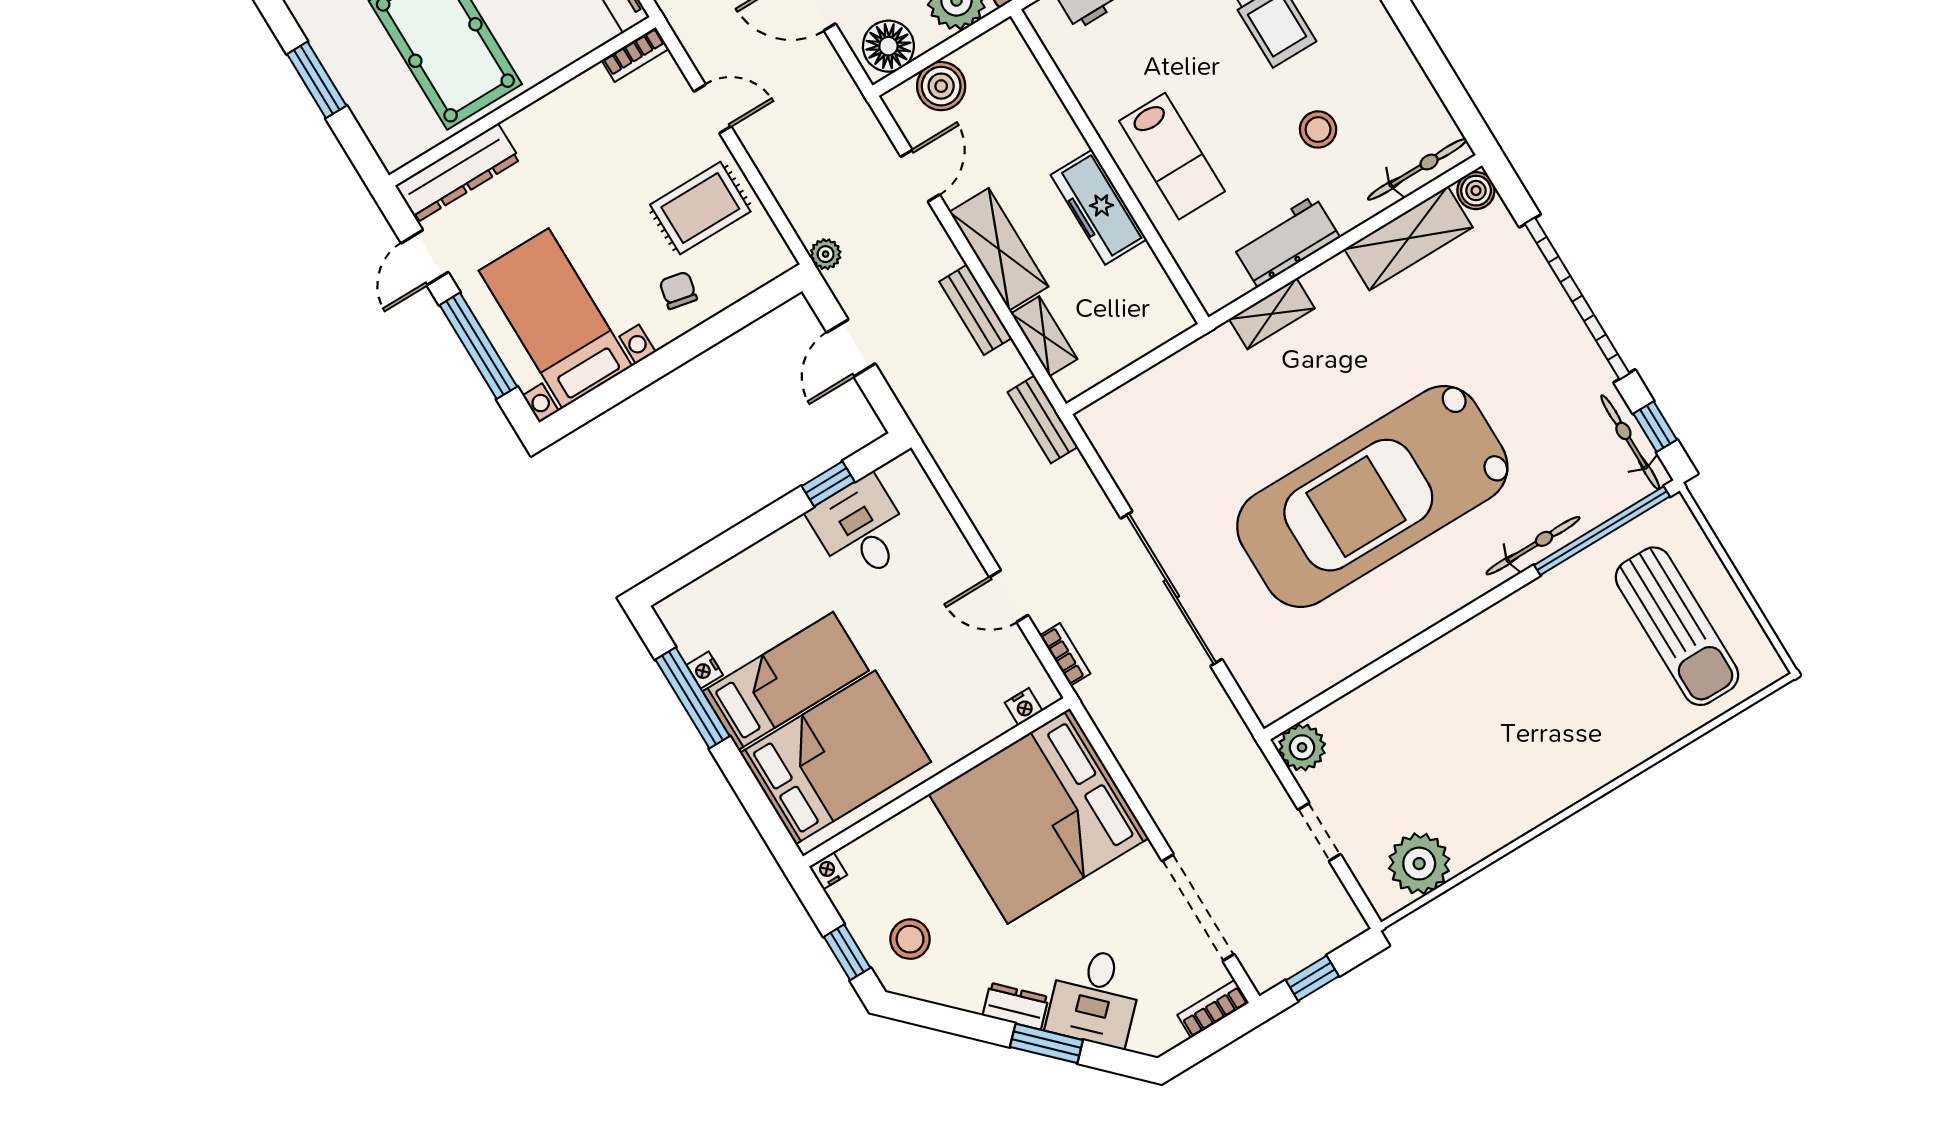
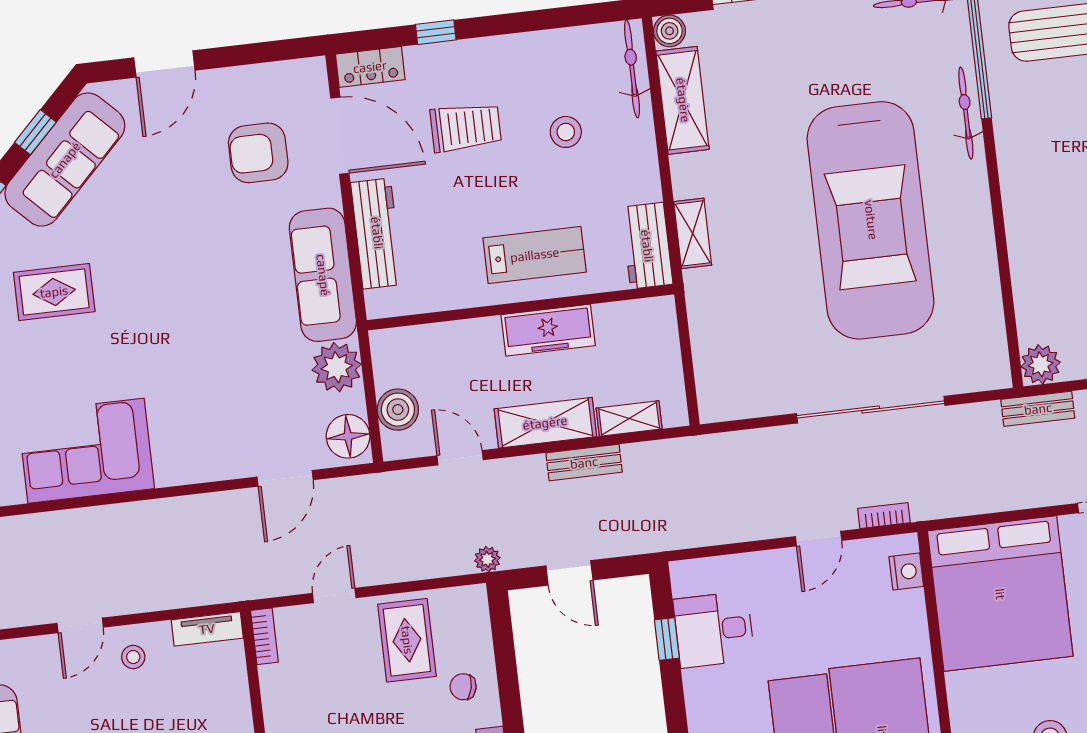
workbench: (1286, 241) -> (647, 246), moved
bench: (1043, 419) -> (1038, 409), moved
nightstand: (1024, 707) -> (906, 572), width x1.39, depth x1.35

